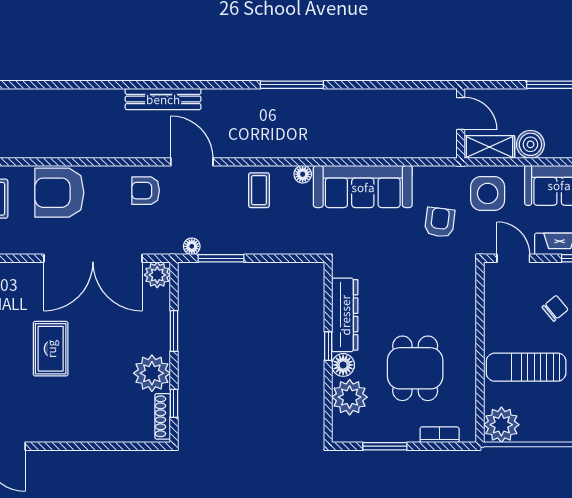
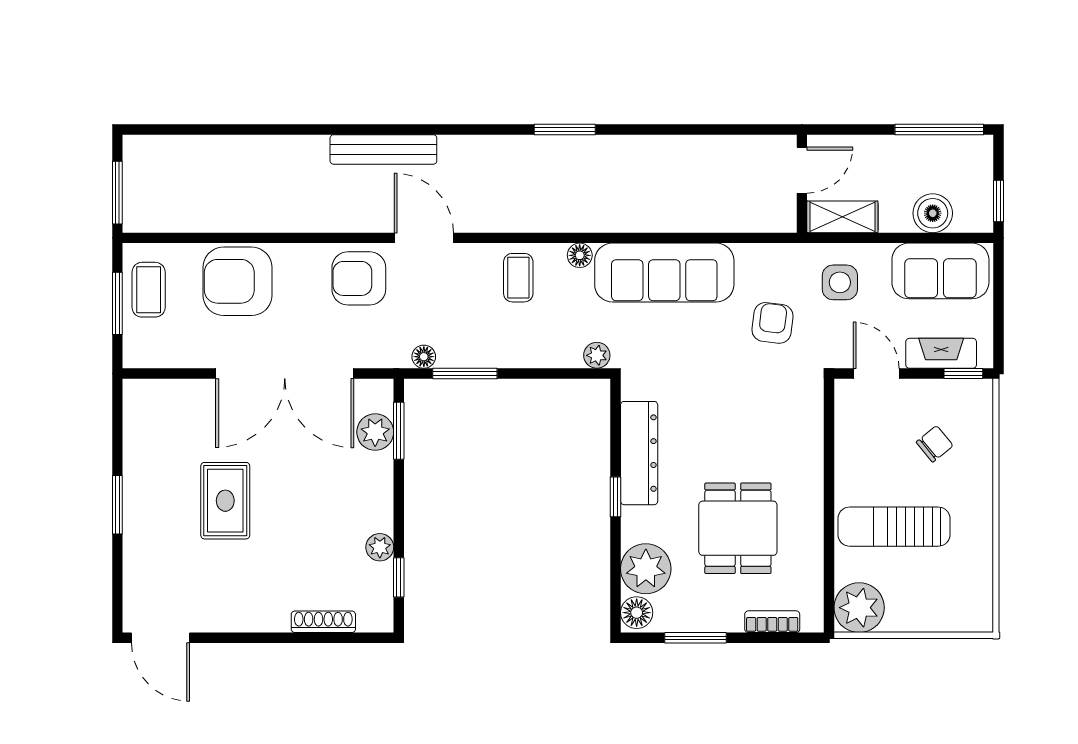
window: (292, 85) -> (565, 129), width x0.69
door: (461, 114) -> (802, 170), hinge flipped
boiler: (530, 144) -> (933, 213), moved
armchair: (146, 191) -> (359, 278), width x1.38, depth x1.38
side table: (488, 193) -> (840, 282), width x0.73, depth x0.73
plant: (315, 245) -> (597, 355), added
plant: (157, 275) -> (375, 432), moved
window: (174, 331) -> (399, 431), moved
floor lamp: (343, 365) -> (637, 613), moved
plant: (152, 373) -> (380, 547), width x0.53, depth x0.53
shoe rack: (163, 416) -> (323, 622), moved, turned 90

